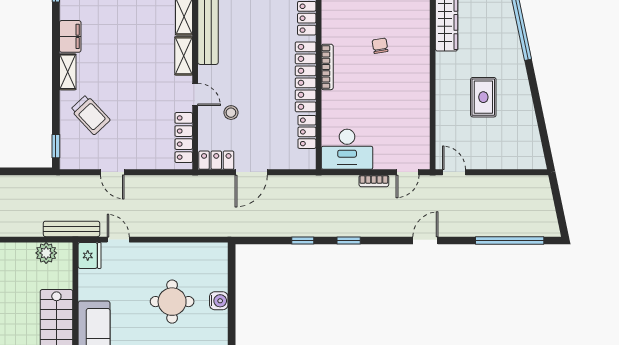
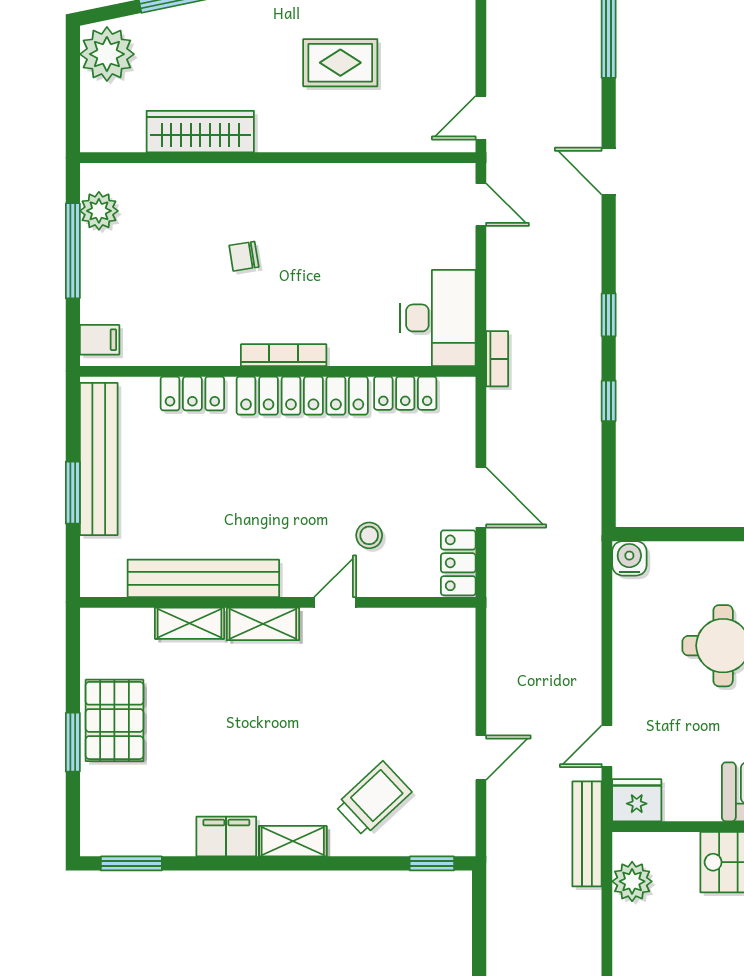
locker: (184, 138) -> (416, 624), removed
bookcase: (374, 181) -> (497, 359), moved
water cooler: (219, 301) -> (629, 558), moved

